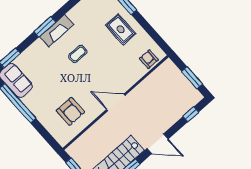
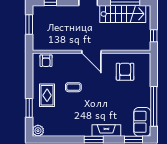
fireplace: (57, 31) -> (106, 130), moved
coffee table: (78, 54) -> (73, 87), moved

